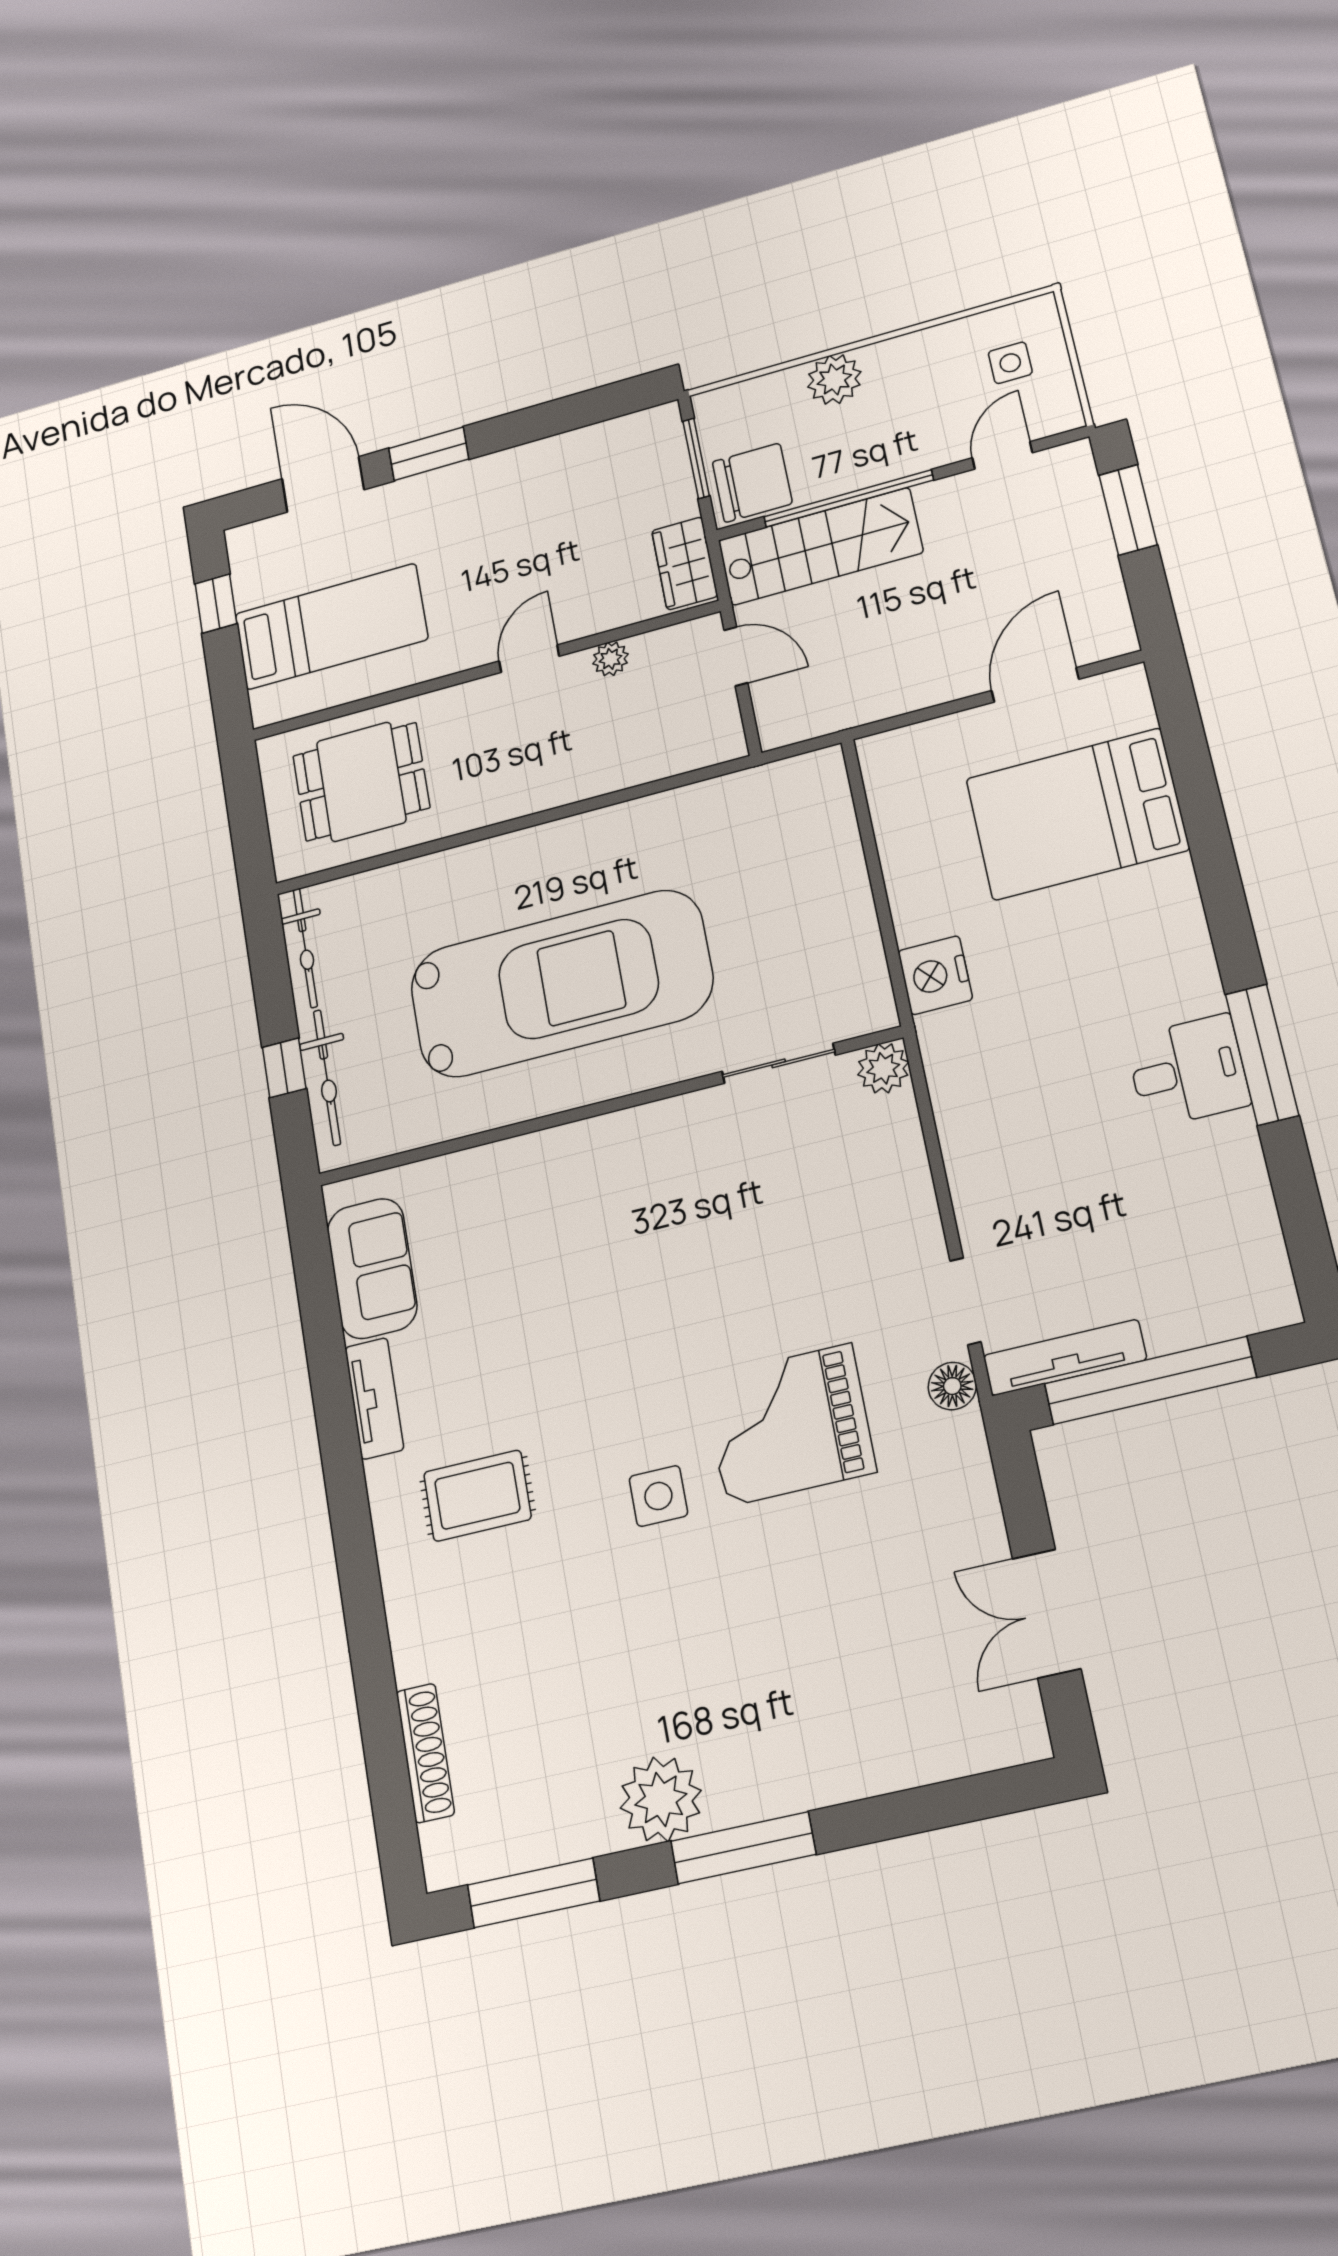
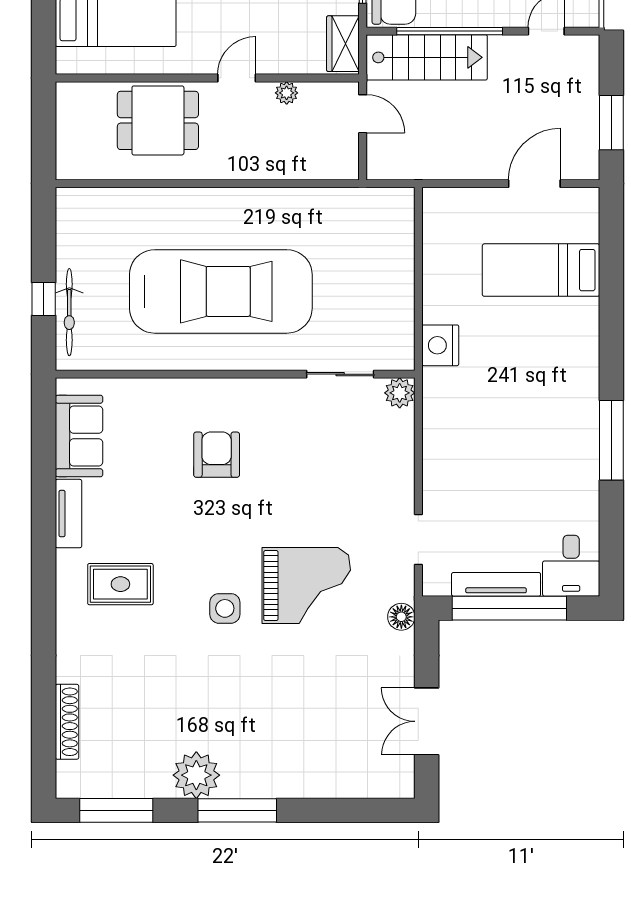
window: (1128, 510) -> (611, 123), moved
dining table: (361, 782) -> (158, 120), moved
bed: (1077, 814) -> (541, 270), width x0.67
bicycle: (305, 948) -> (68, 227), removed
desk: (1188, 1071) -> (571, 566), moved, turned 90
armchair: (600, 1243) -> (217, 455), added
tv unit: (1065, 1358) -> (496, 584), moved
floor lamp: (952, 1386) -> (401, 617), moved
grand piano: (789, 1425) -> (306, 586), turned 180

